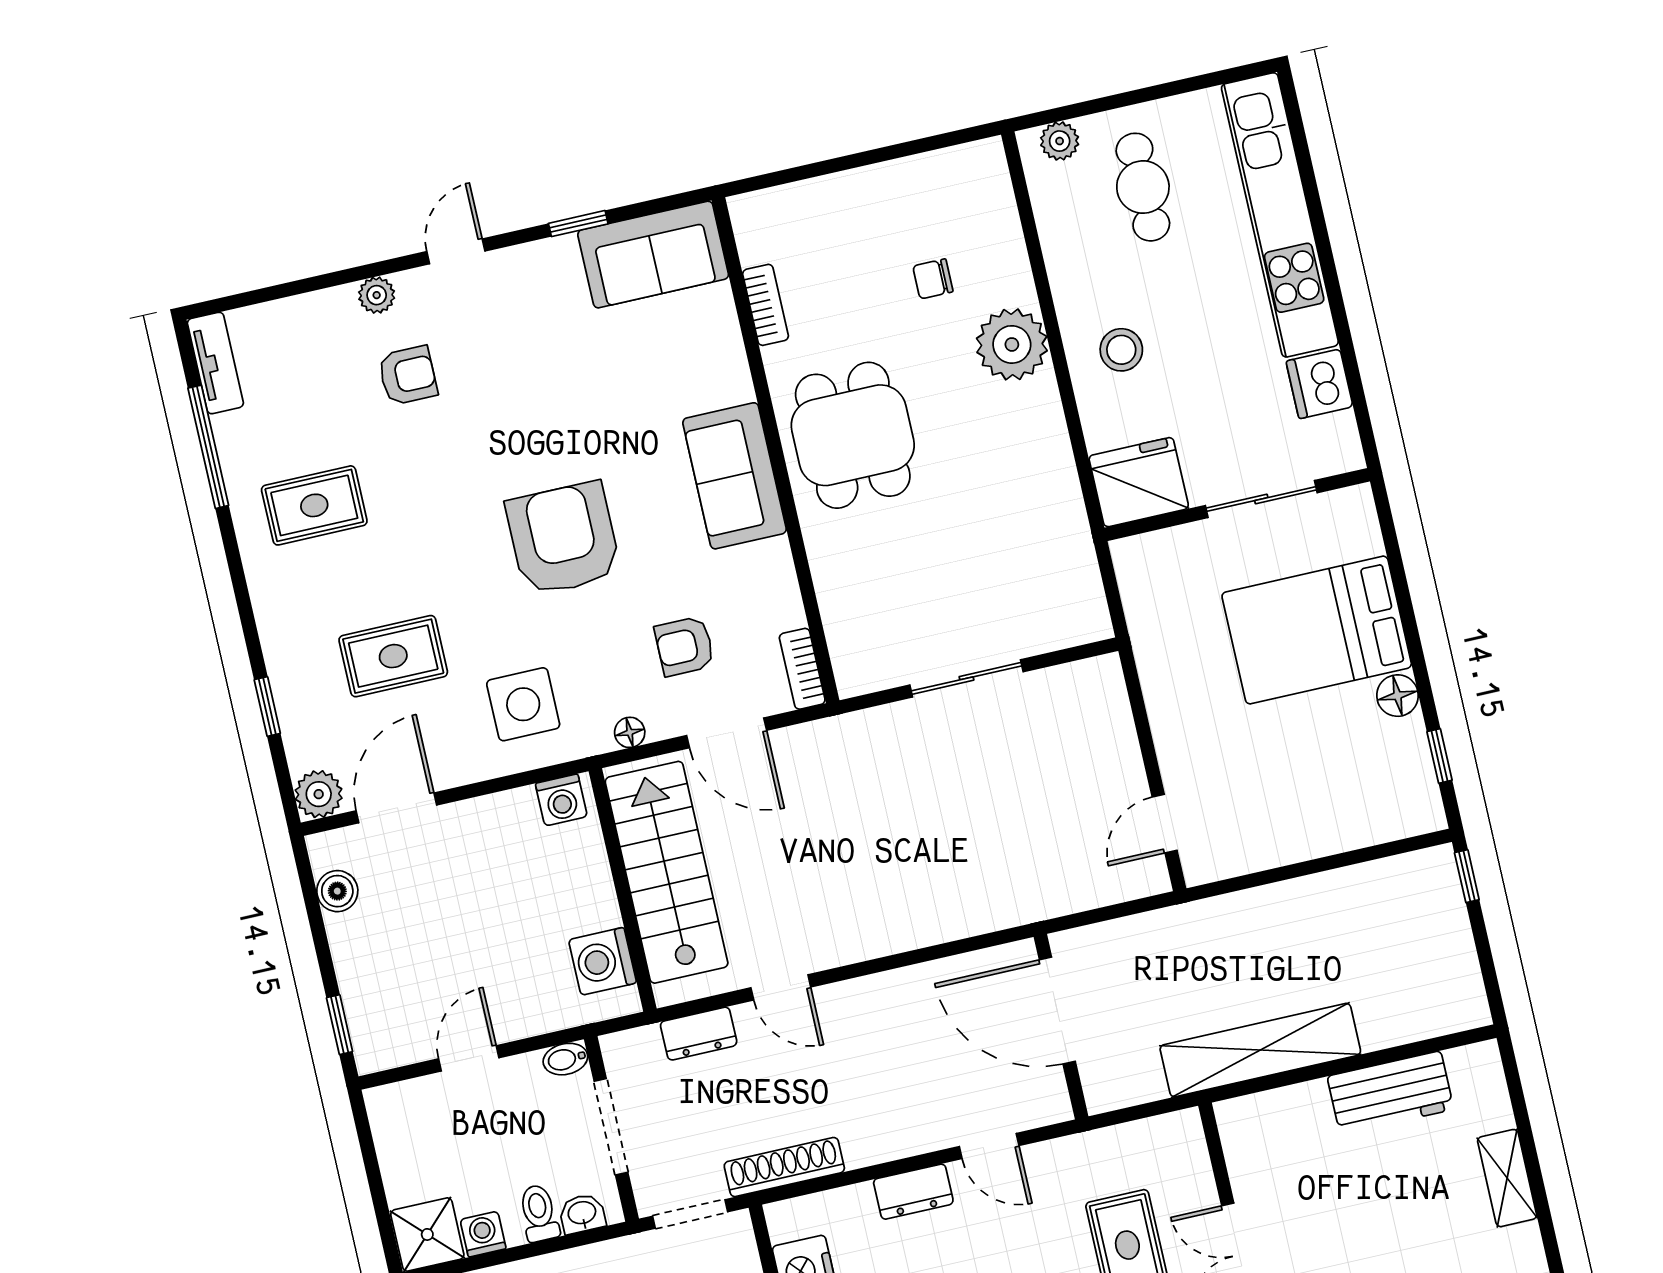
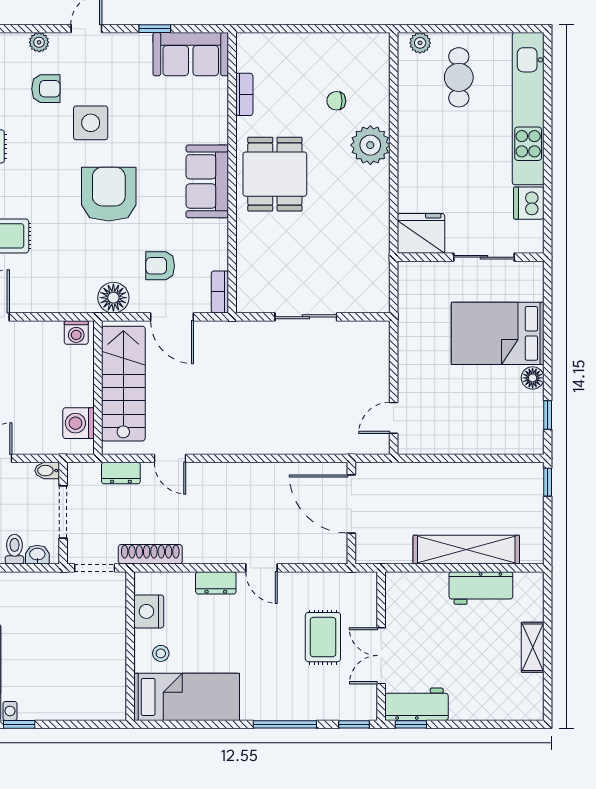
stool: (1121, 350) -> (428, 161), removed
side table: (523, 704) -> (91, 123), moved
floor lamp: (630, 732) -> (113, 298), width x1.89, depth x1.89
door: (1057, 1010) -> (351, 504), moved
wall: (1061, 1027) -> (351, 513), moved
shelving: (1260, 1050) -> (466, 550), moved

